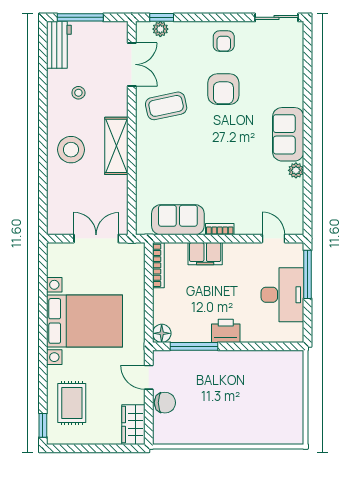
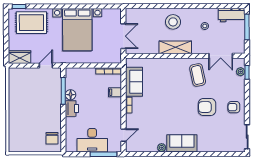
filing cabinet: (205, 254) -> (115, 92), width x0.50
floor lamp: (162, 333) -> (71, 95), moved
rug: (72, 403) -> (31, 23), width x1.36, depth x1.43
chair: (165, 403) -> (52, 138), moved

